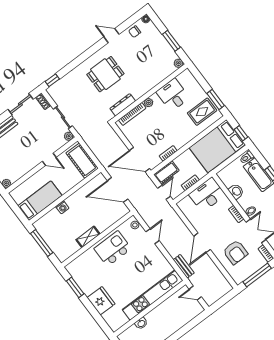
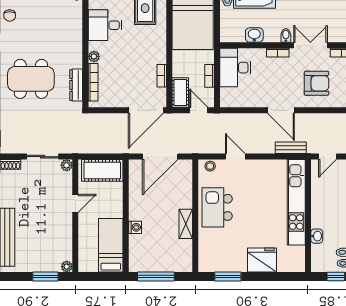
dining table: (105, 74) -> (31, 79), width x1.38

